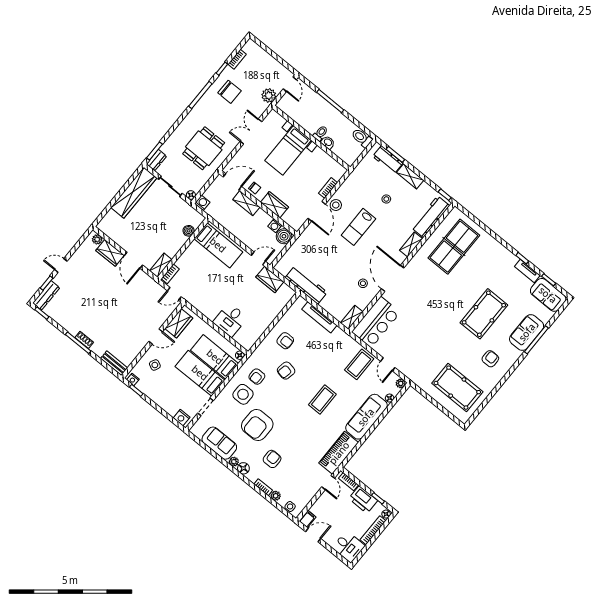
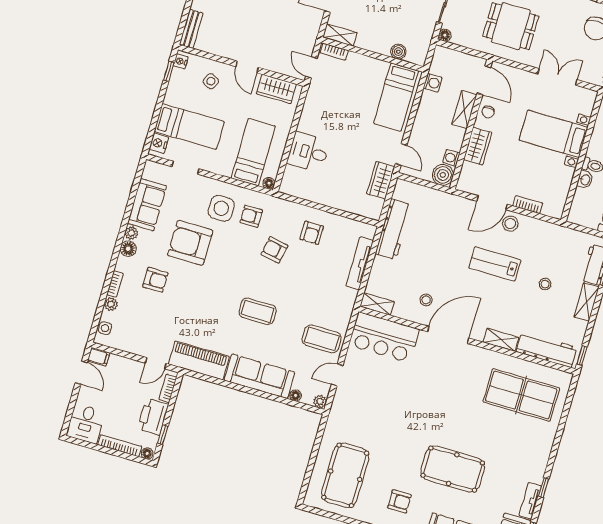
washing machine: (202, 203) -> (433, 83), moved
bed: (200, 373) -> (189, 127), moved, turned 90

